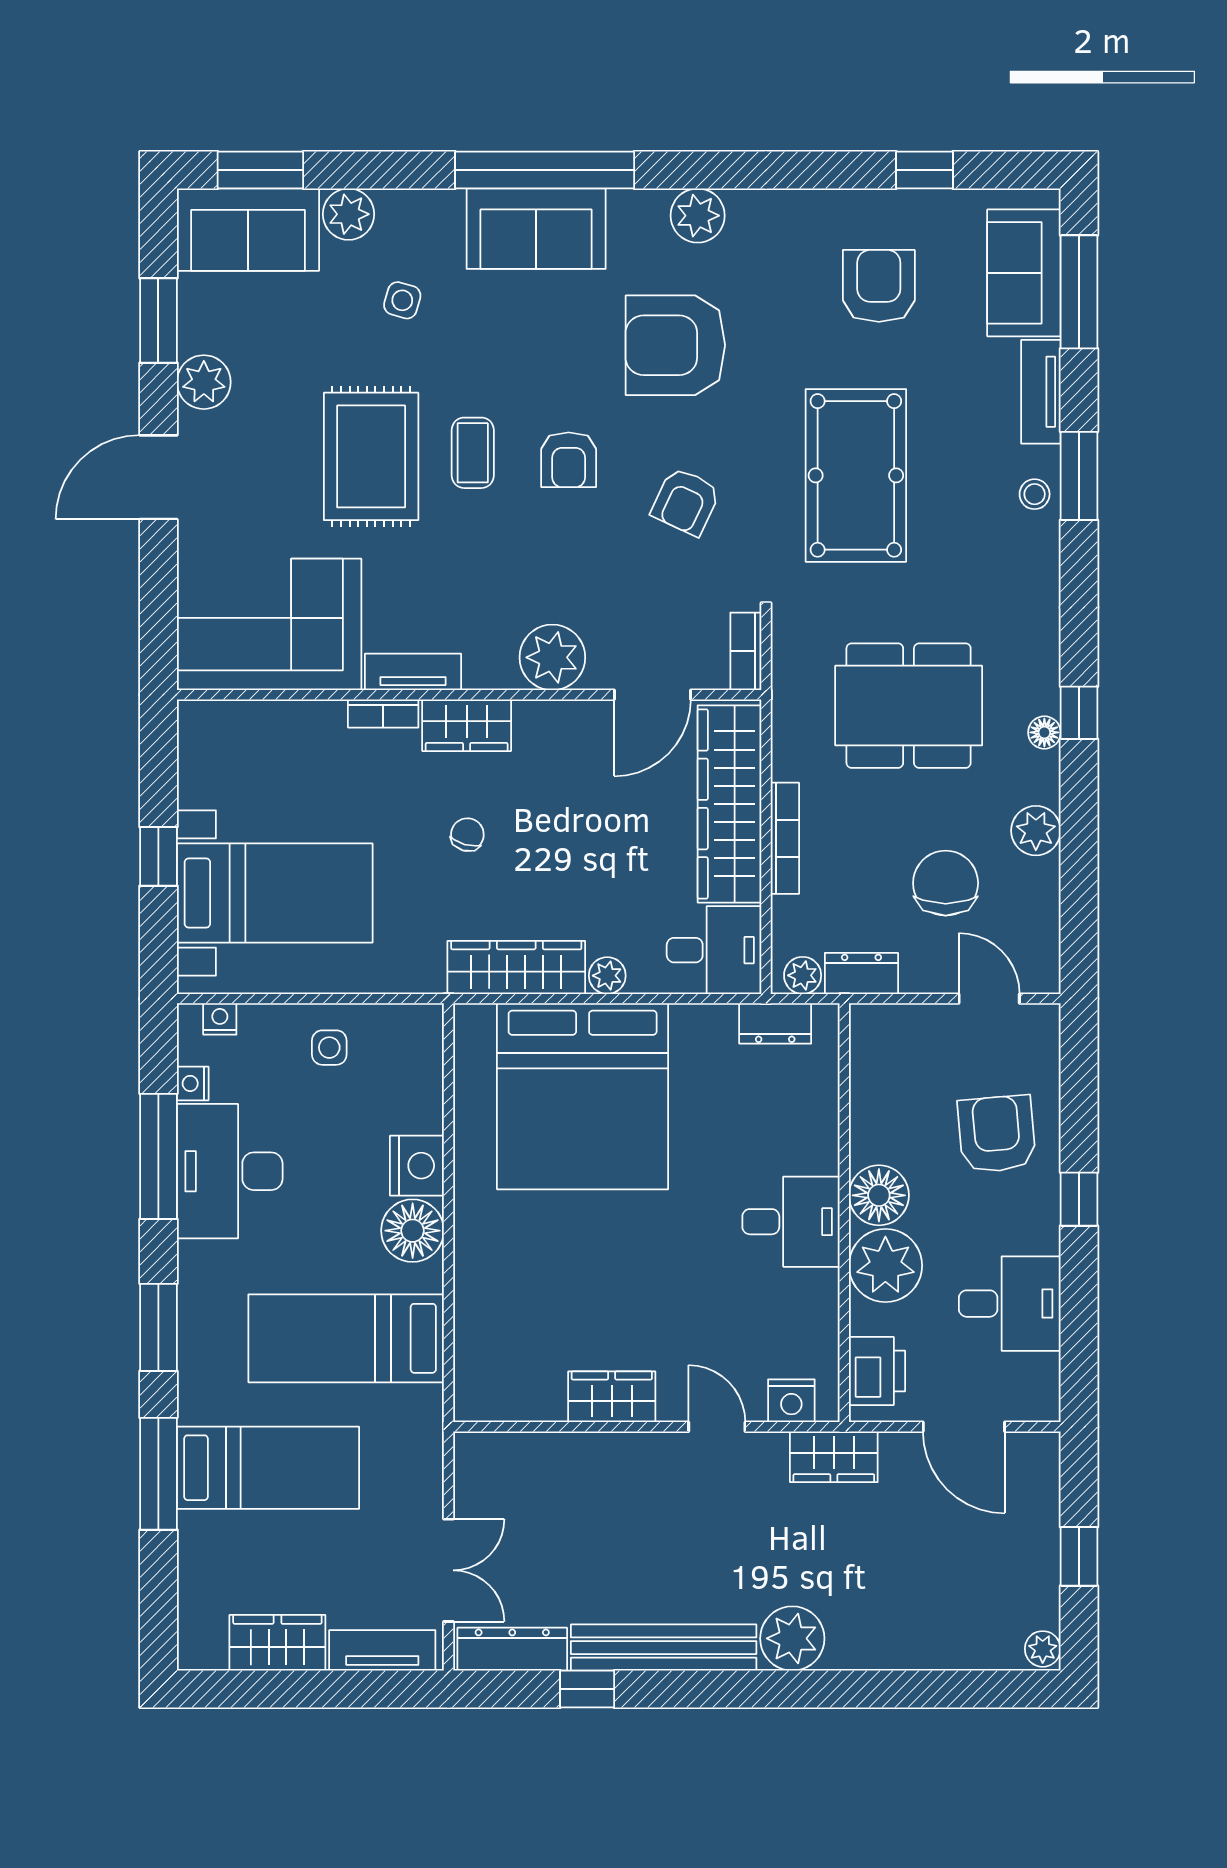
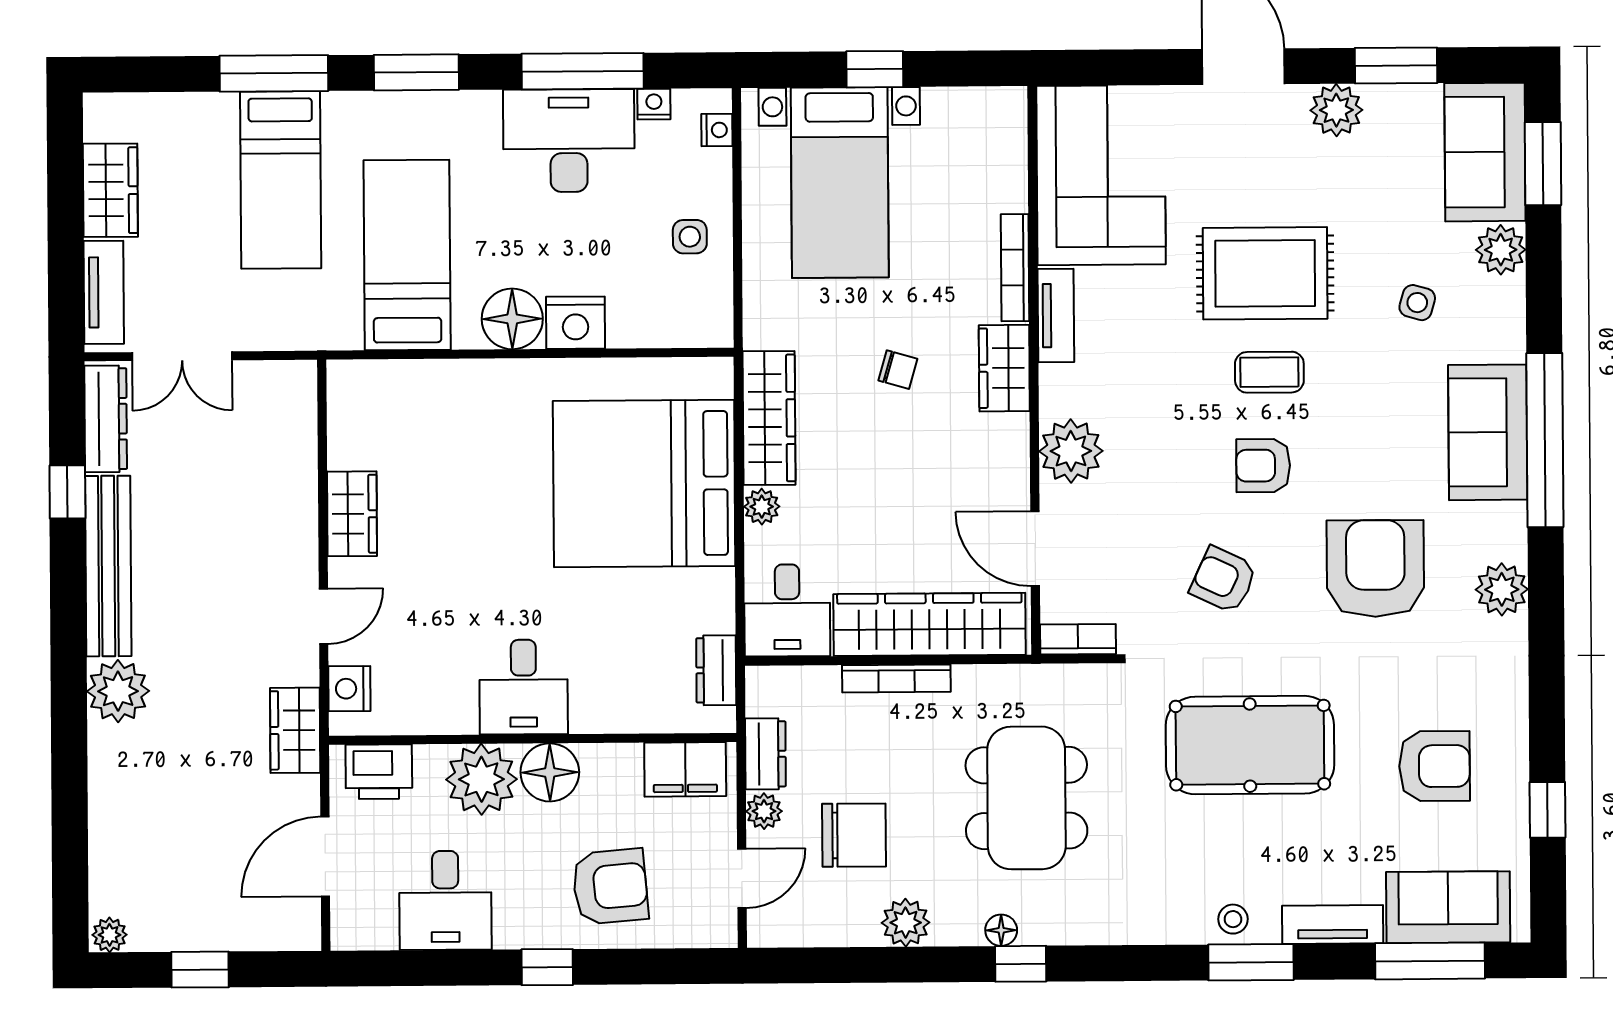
bookcase: (383, 714) -> (1015, 268), width x1.56
plant: (803, 975) -> (764, 811), moved
filing cabinet: (877, 1056) -> (685, 769), added

